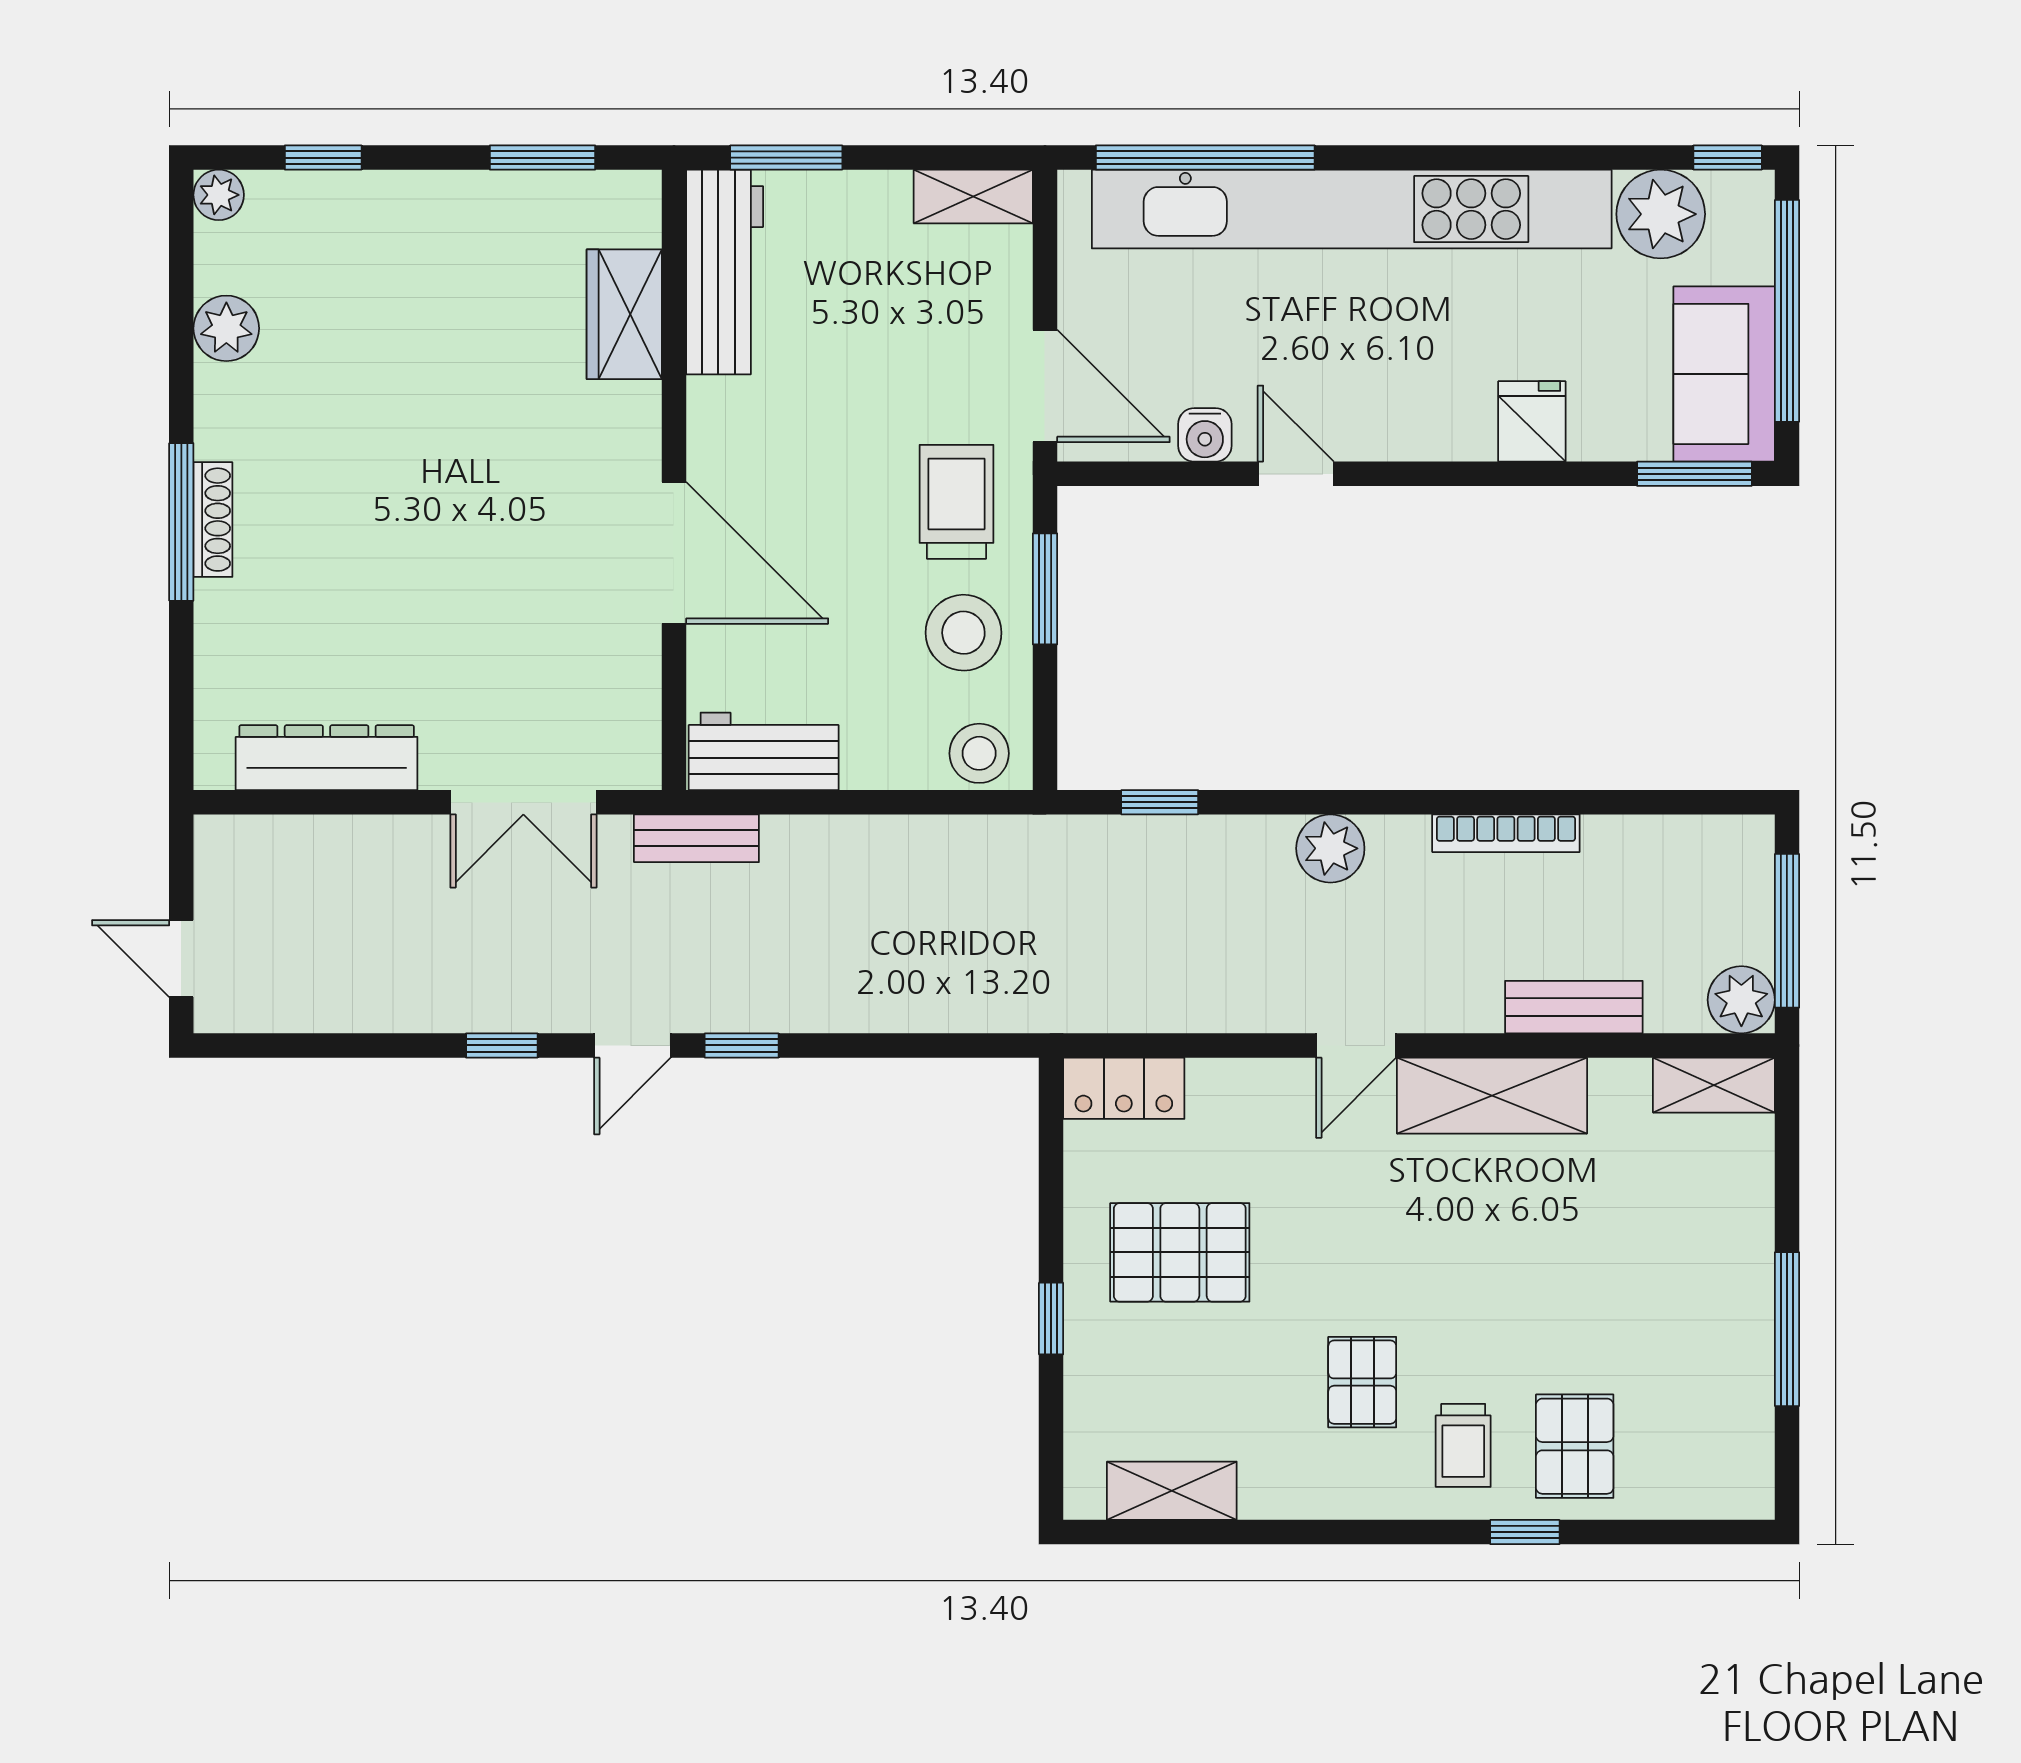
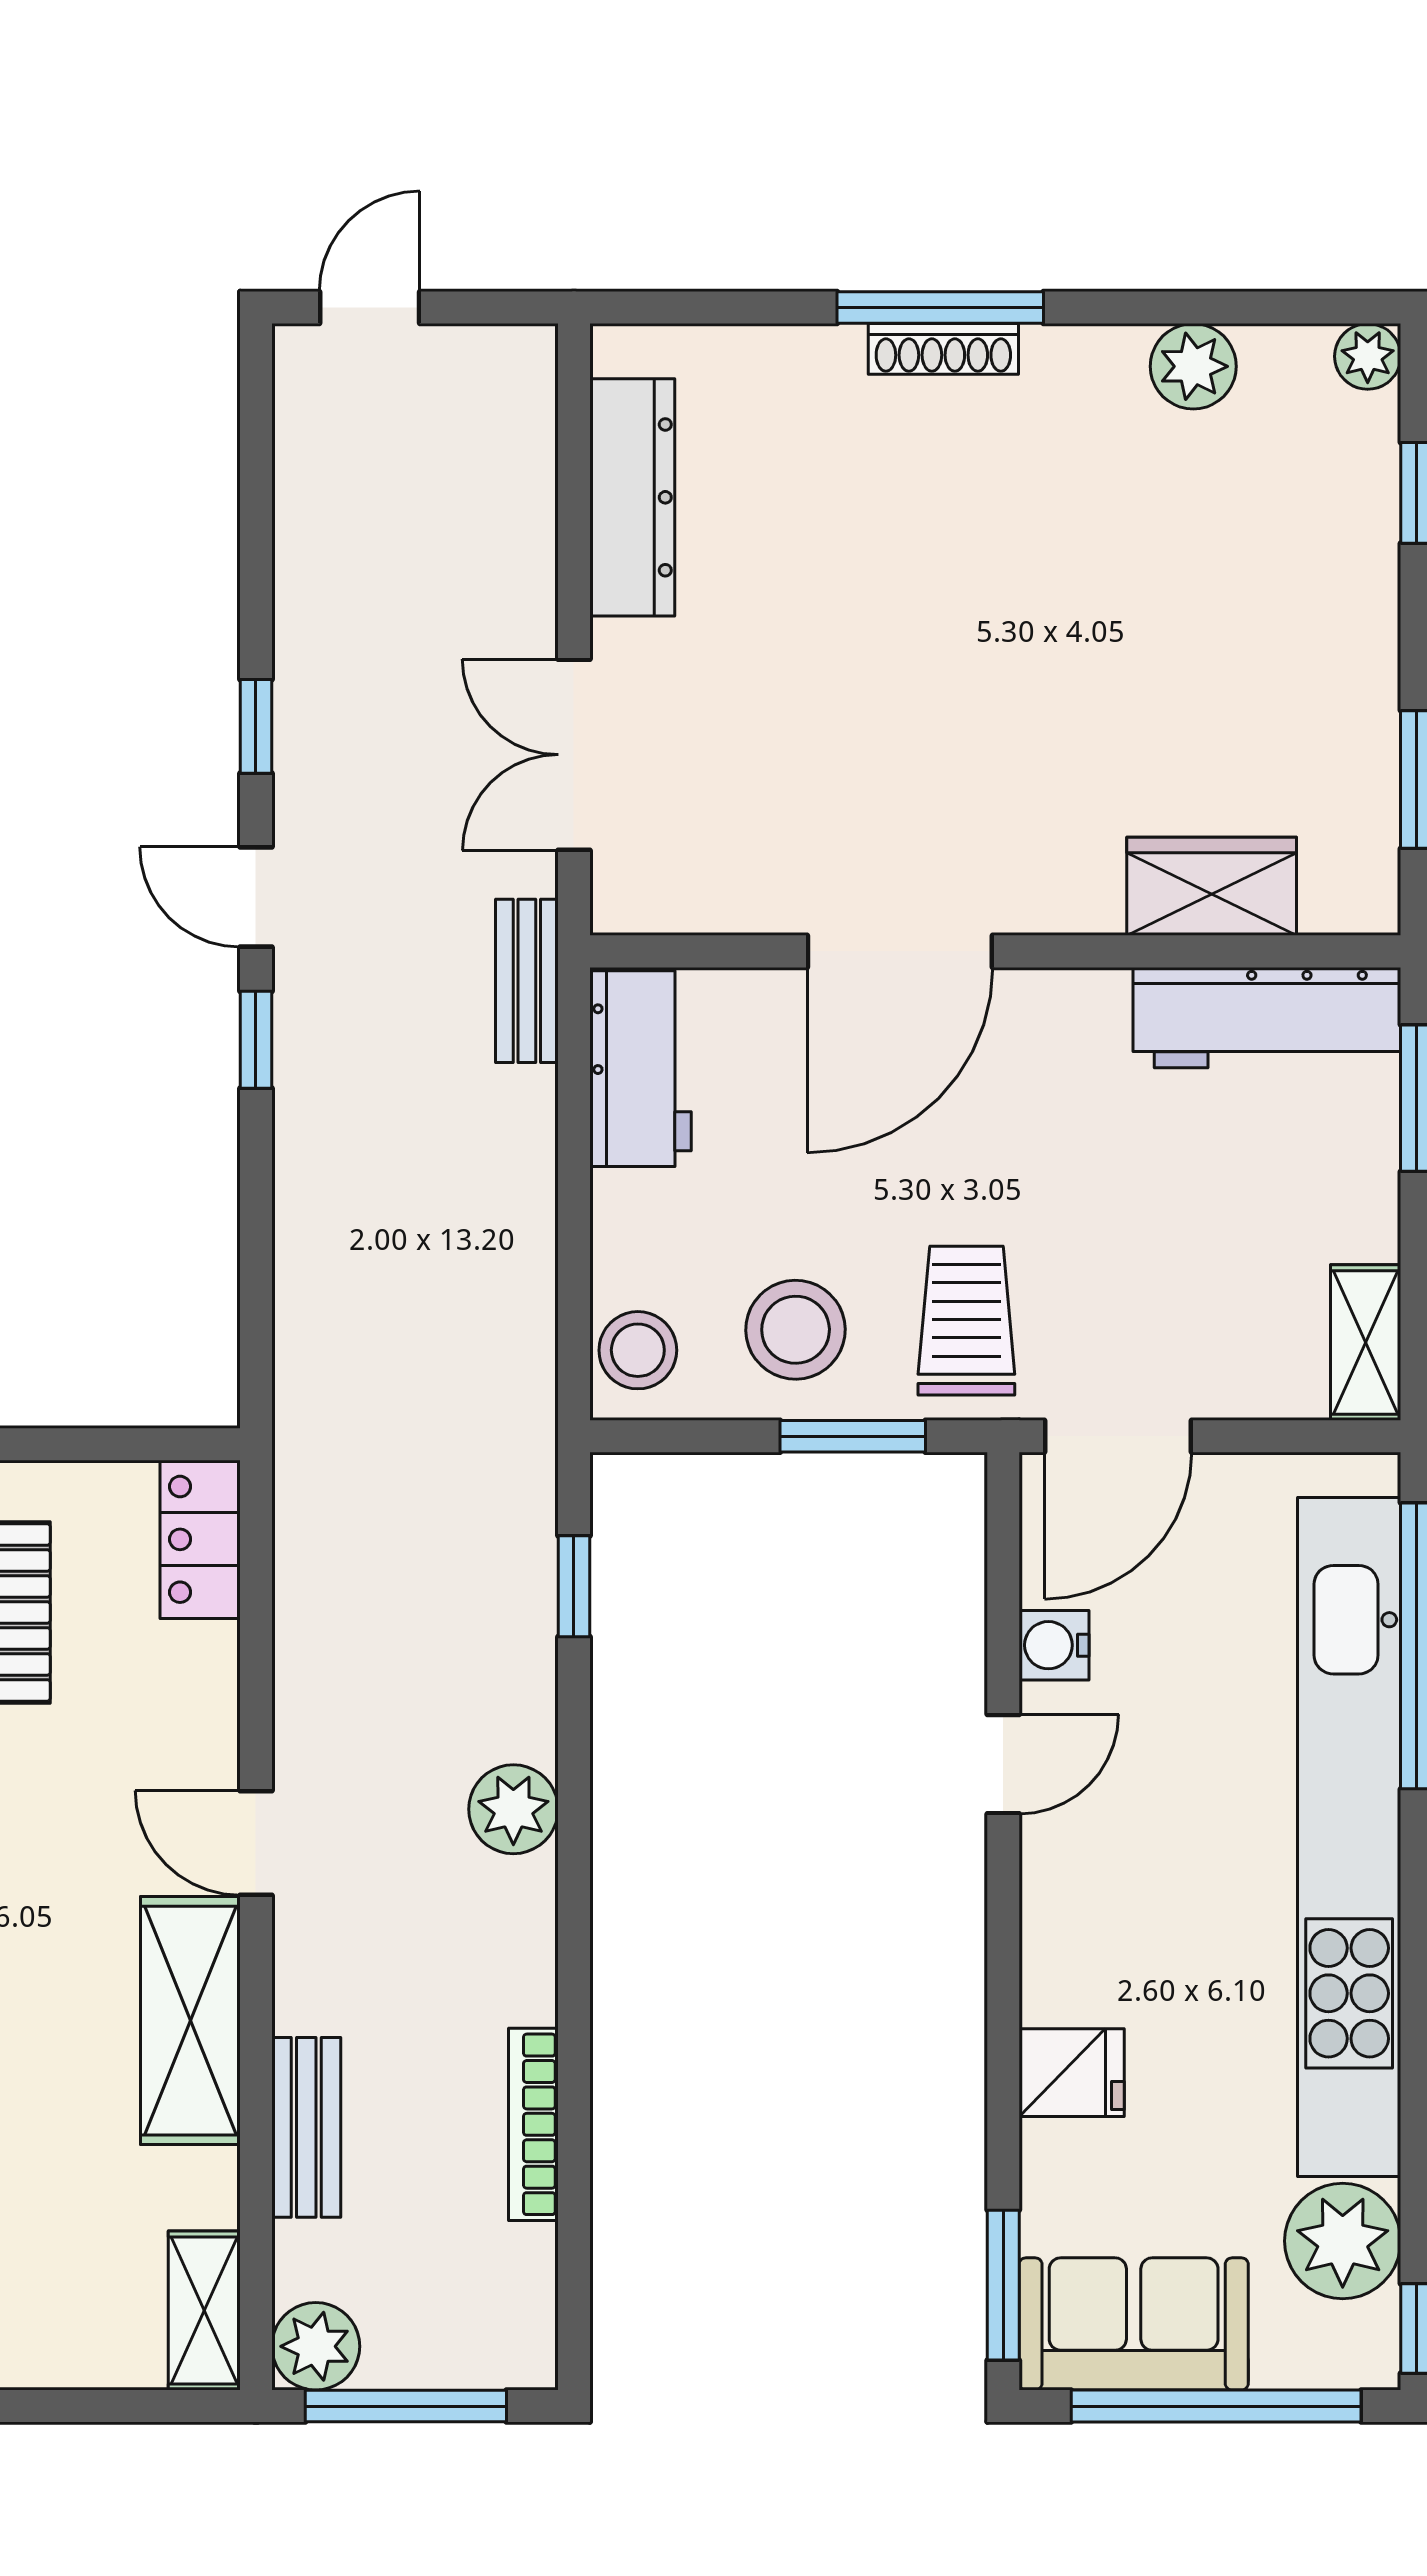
trolley: (957, 502) -> (966, 1321), turned -90
bookcase: (1506, 833) -> (533, 2124), moved

